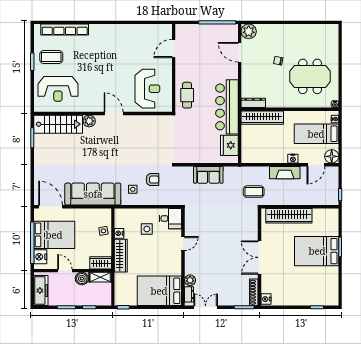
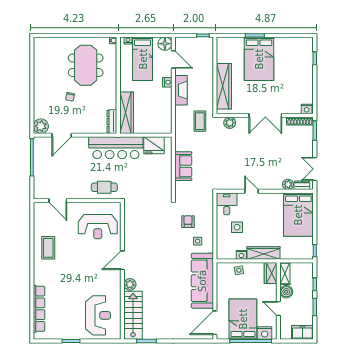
coffee table: (51, 57) -> (48, 248), moved
reception desk: (147, 89) -> (98, 227), turned 180
plant: (252, 222) -> (230, 123), added
door: (65, 271) -> (278, 309), hinge flipped
freezer: (41, 290) -> (302, 332), width x0.71

